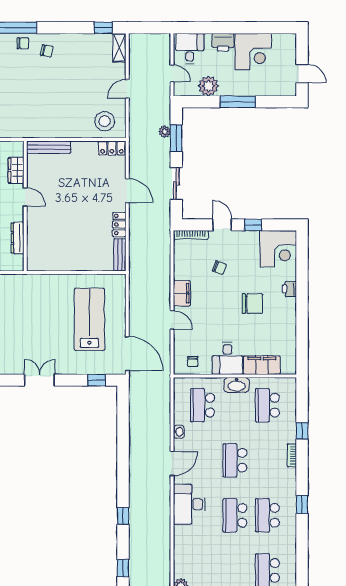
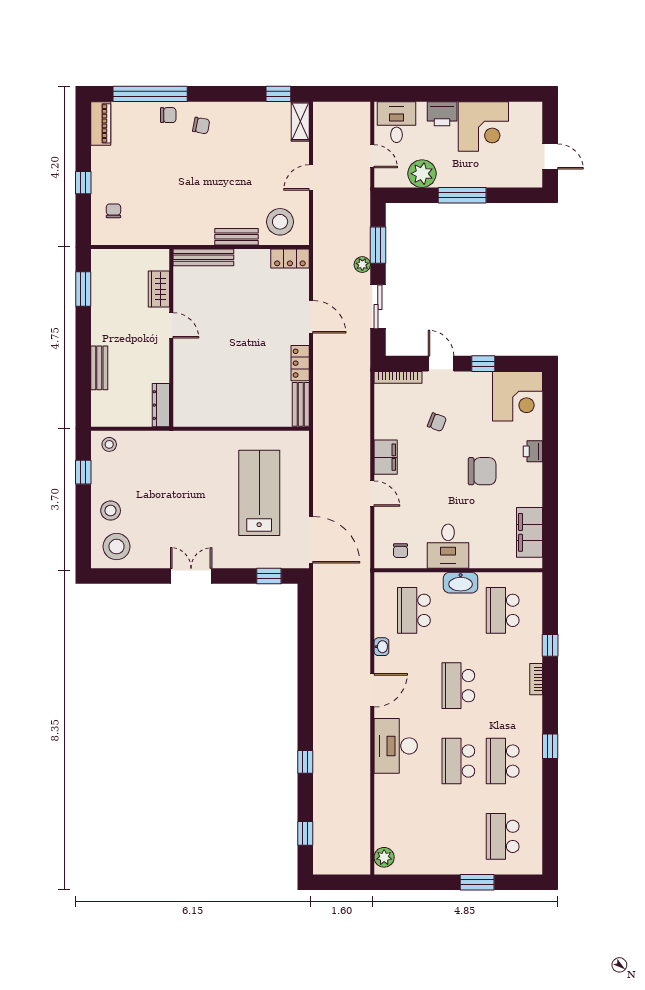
bench: (73, 132) -> (237, 237), added
plant: (165, 132) -> (362, 265), moved
dresser: (18, 238) -> (161, 405), moved
filing cabinet: (262, 365) -> (530, 532), moved, turned -90

